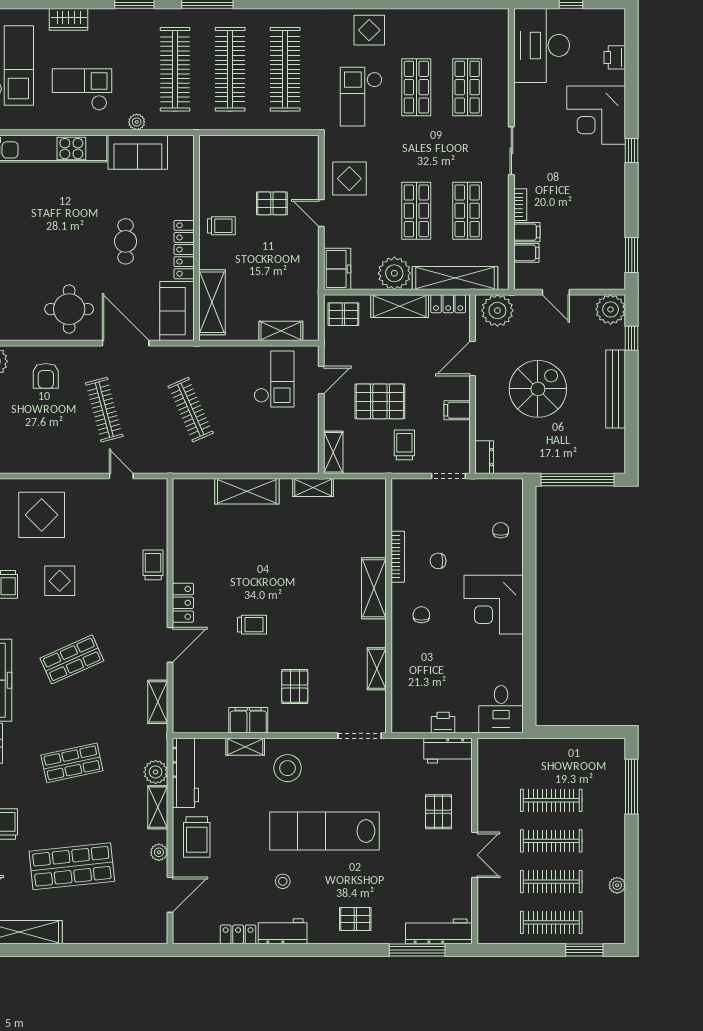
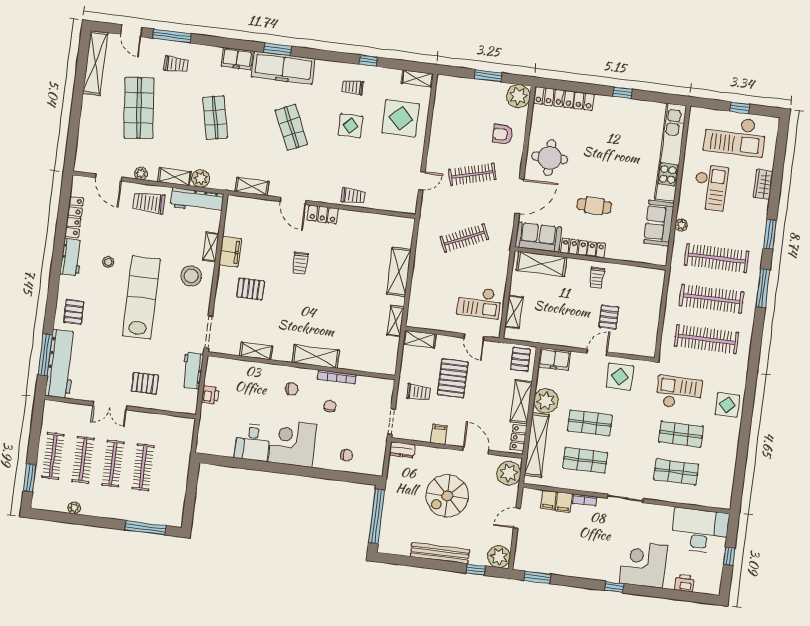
spiral stairs: (538, 389) -> (447, 496), turned 90
desk: (501, 709) -> (253, 442), moved, turned -90
workbench: (448, 751) -> (192, 371), moved
workbench: (439, 931) -> (61, 364), width x1.36, depth x1.32
locker: (238, 934) -> (74, 217), width x1.53

